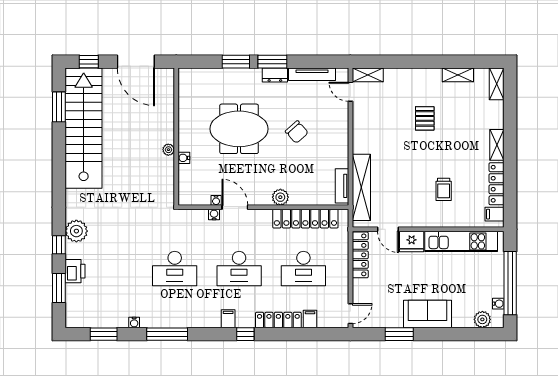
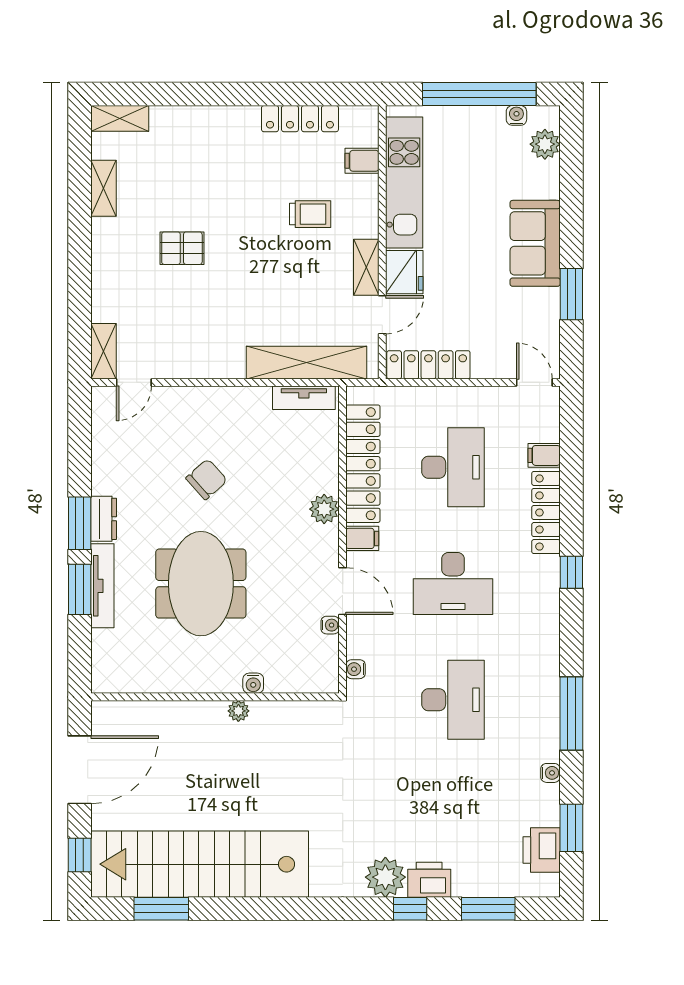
tv unit: (312, 74) -> (102, 586), moved
shelving: (497, 145) -> (366, 267), moved, turned 90
door: (235, 207) -> (343, 591), swing flipped
filing cabinet: (495, 214) -> (362, 161), moved, turned 90
water cooler: (214, 215) -> (356, 669), moved
desk: (239, 268) -> (453, 583), turned 90
printer: (75, 271) -> (429, 880), moved
printer: (92, 318) -> (542, 850), added
filing cabinet: (228, 319) -> (362, 538), moved, turned 180

